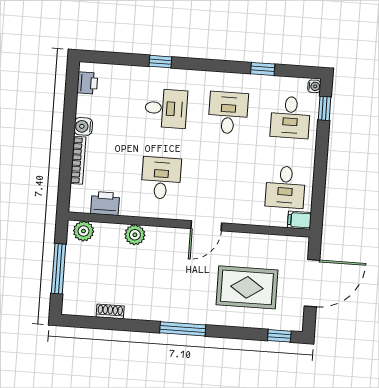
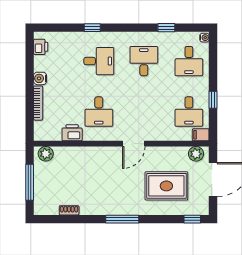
window: (325, 108) -> (213, 100), moved
desk: (161, 178) -> (99, 112), turned 180
printer: (105, 203) -> (72, 133), moved
plant: (135, 235) -> (196, 154), moved

